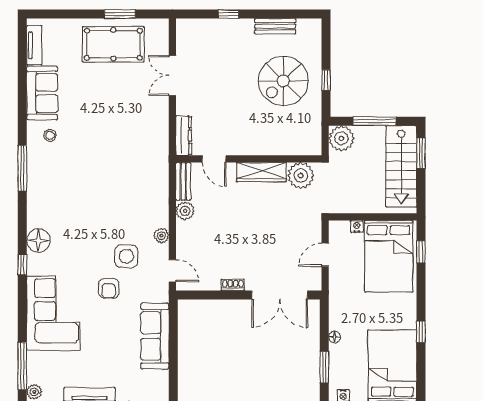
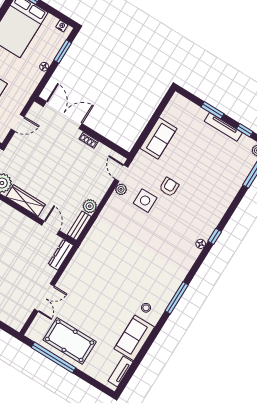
window: (120, 14) -> (54, 358), width x2.11
plant: (161, 236) -> (121, 189), moved
floor lamp: (38, 241) -> (201, 244), width x0.53, depth x0.53
corner sofa: (53, 313) -> (214, 193), removed
sofa: (155, 336) -> (158, 138), width x0.73

